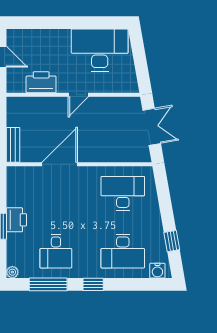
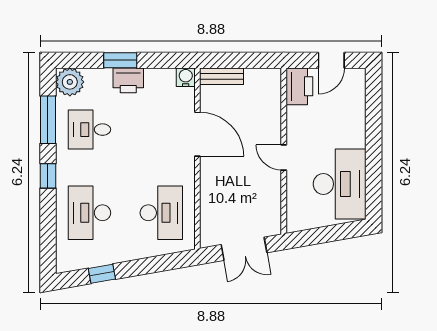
printer: (41, 82) -> (299, 86), moved
water cooler: (157, 271) -> (186, 77), moved, turned 90
plant: (12, 272) -> (70, 82), width x1.88, depth x1.88

